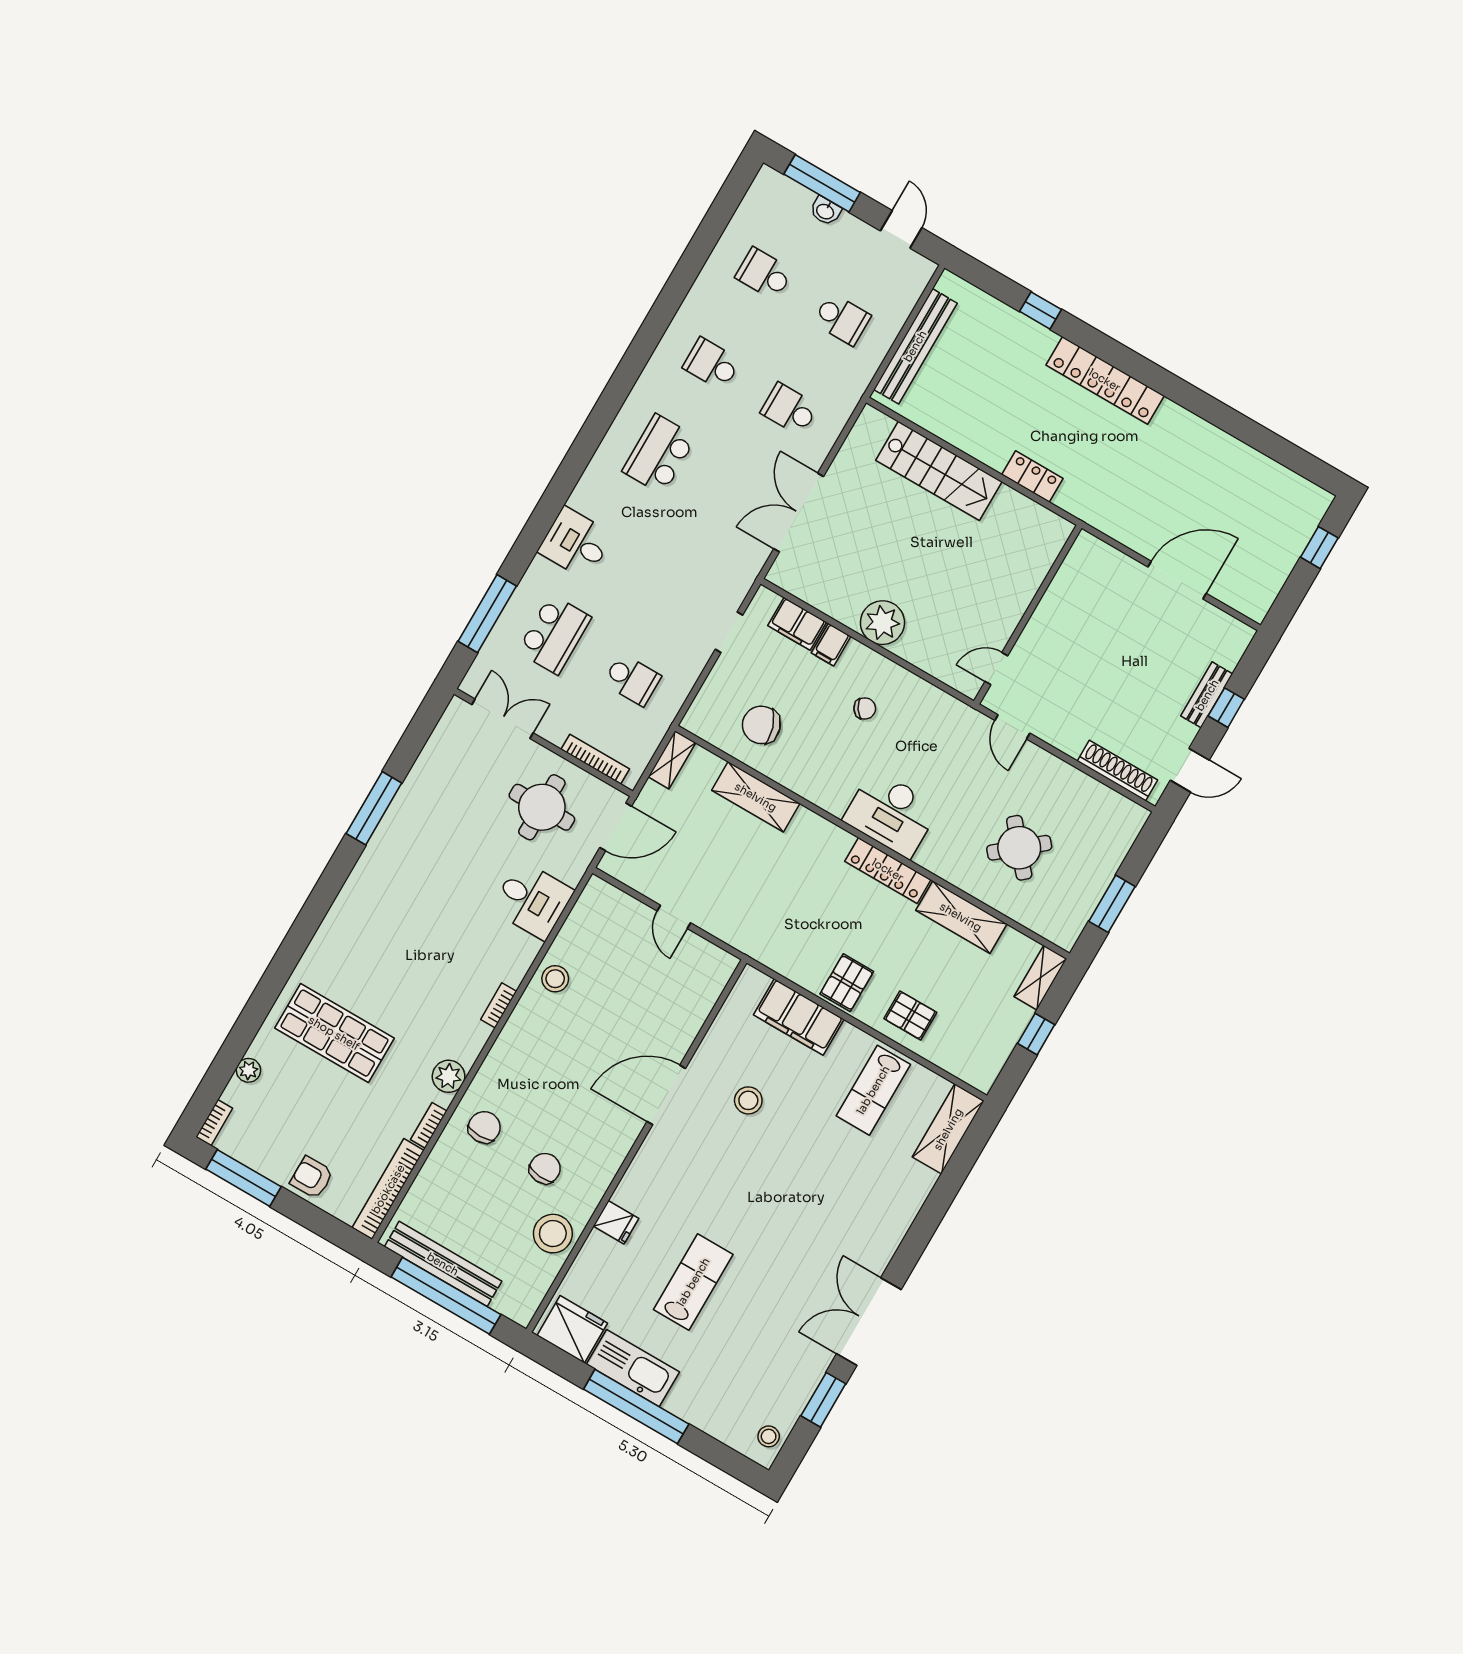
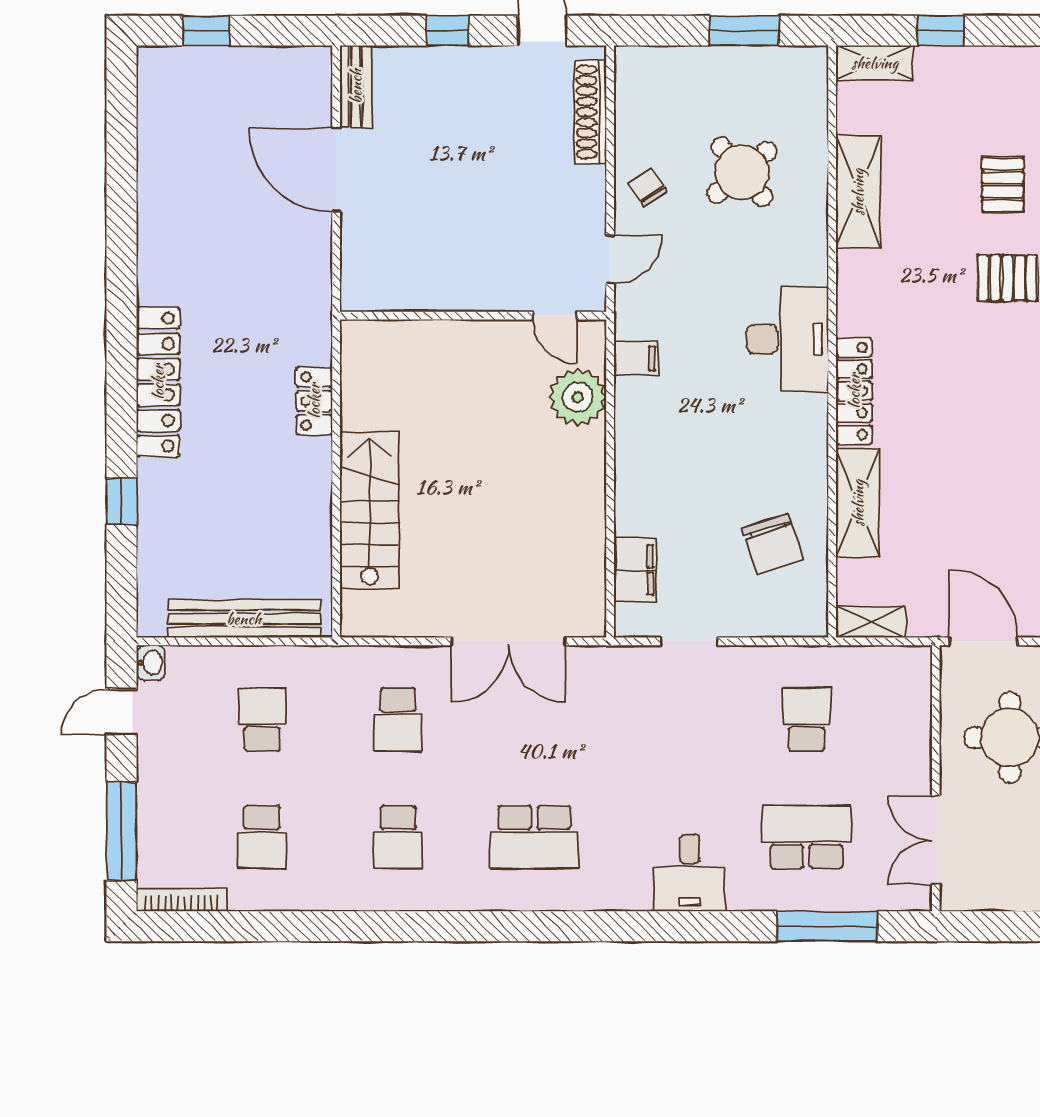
washbasin: (825, 211) -> (151, 663), moved
plant: (882, 623) -> (578, 397), moved
filing cabinet: (831, 645) -> (636, 358), moved
bench: (1207, 695) -> (356, 86), moved, turned 90
chair: (865, 708) -> (648, 188), moved
bookcase: (595, 759) -> (181, 900), moved, turned 90
locker: (888, 870) -> (854, 391), moved

